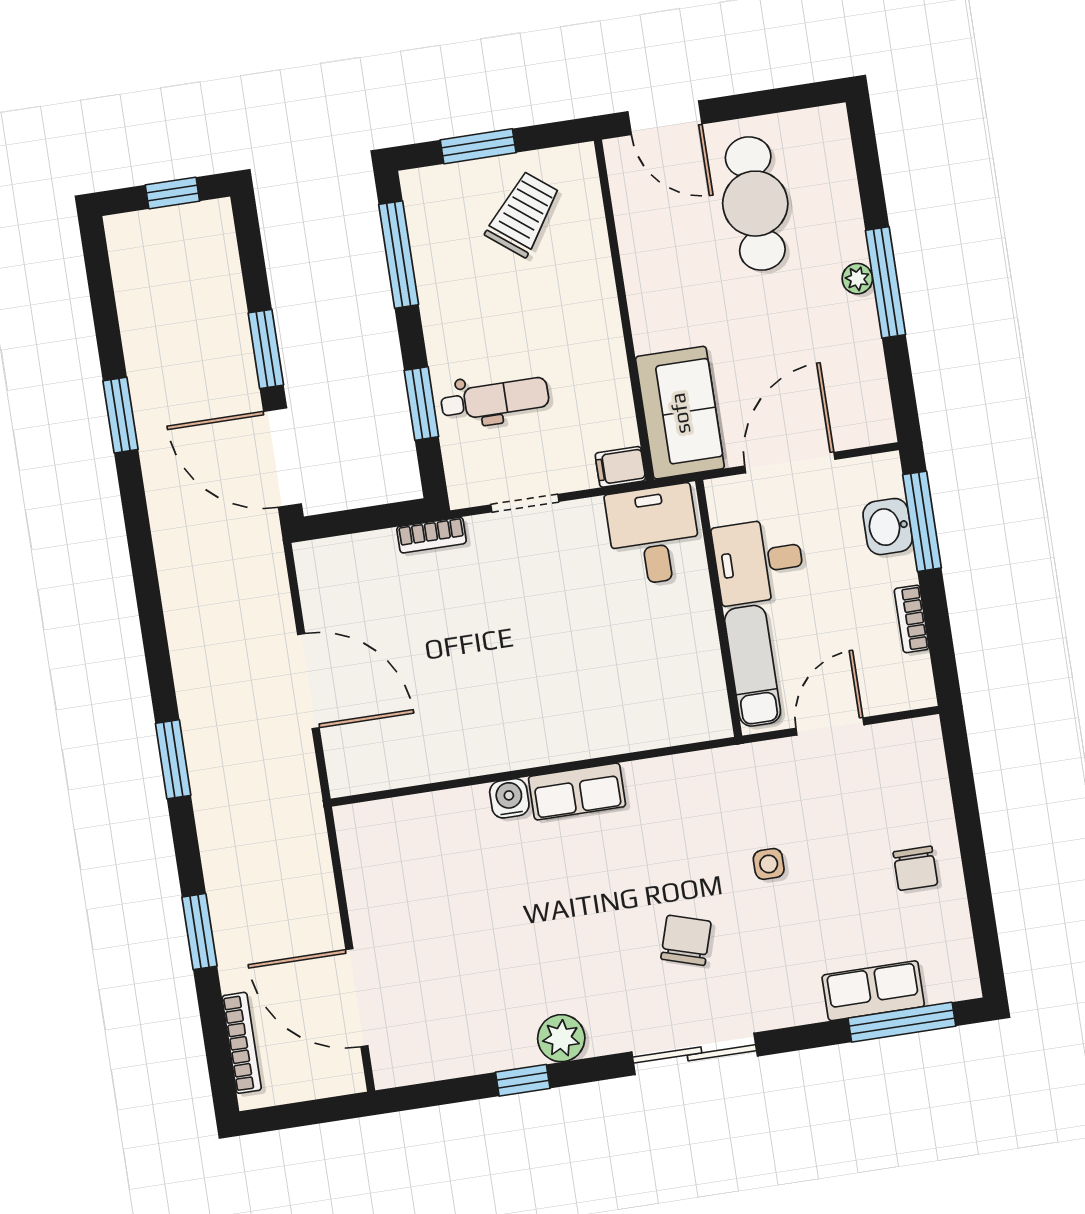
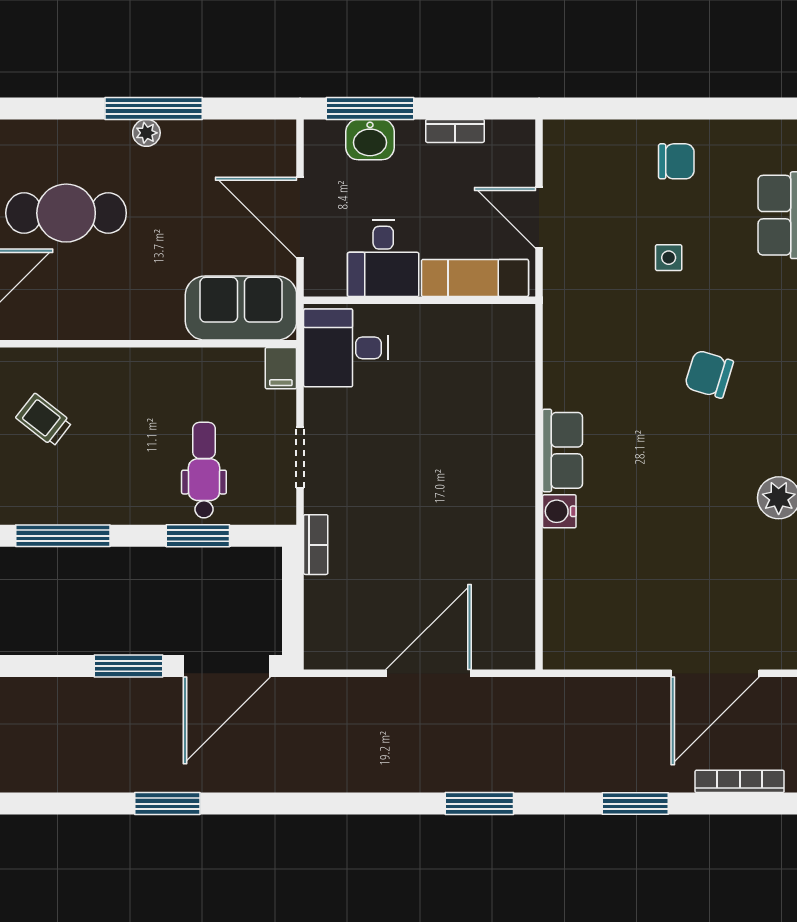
trolley: (523, 214) -> (44, 420), width x0.73, depth x0.72
side table: (769, 864) -> (669, 258), moved

